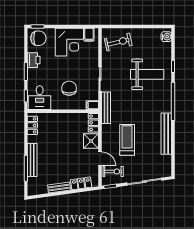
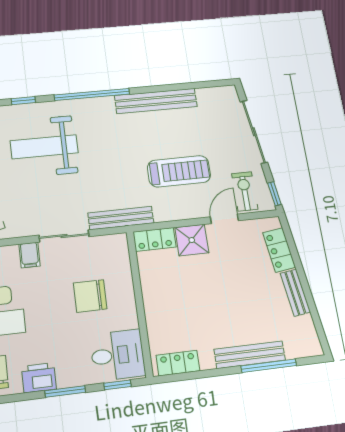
weight bench: (147, 74) -> (44, 147), turned -90
filing cabinet: (92, 105) -> (29, 255), moved
treadmill: (127, 140) -> (179, 171), turned 180

